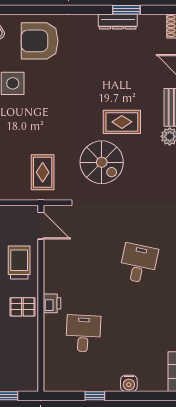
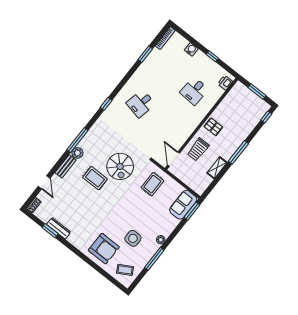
spiral stairs: (102, 162) -> (120, 166), turned 180
printer: (52, 303) -> (225, 83), moved

